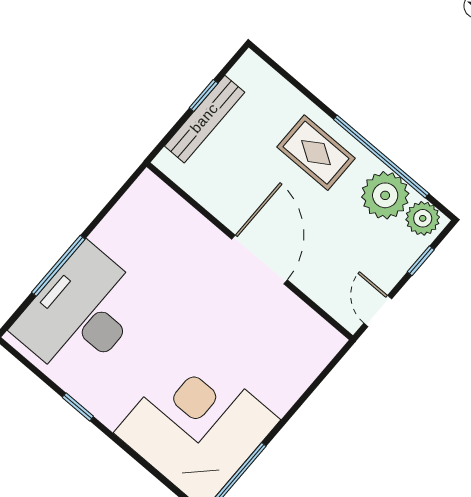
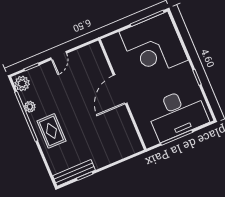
bench: (205, 119) -> (74, 173), moved
plant: (385, 195) -> (30, 107), width x0.53, depth x0.53
wall: (250, 251) -> (122, 95), moved
door: (259, 259) -> (120, 89), moved

